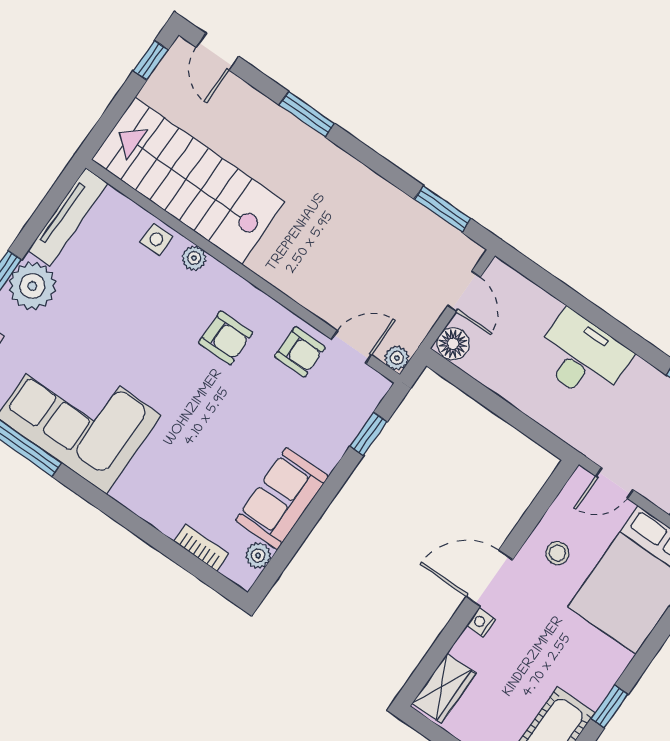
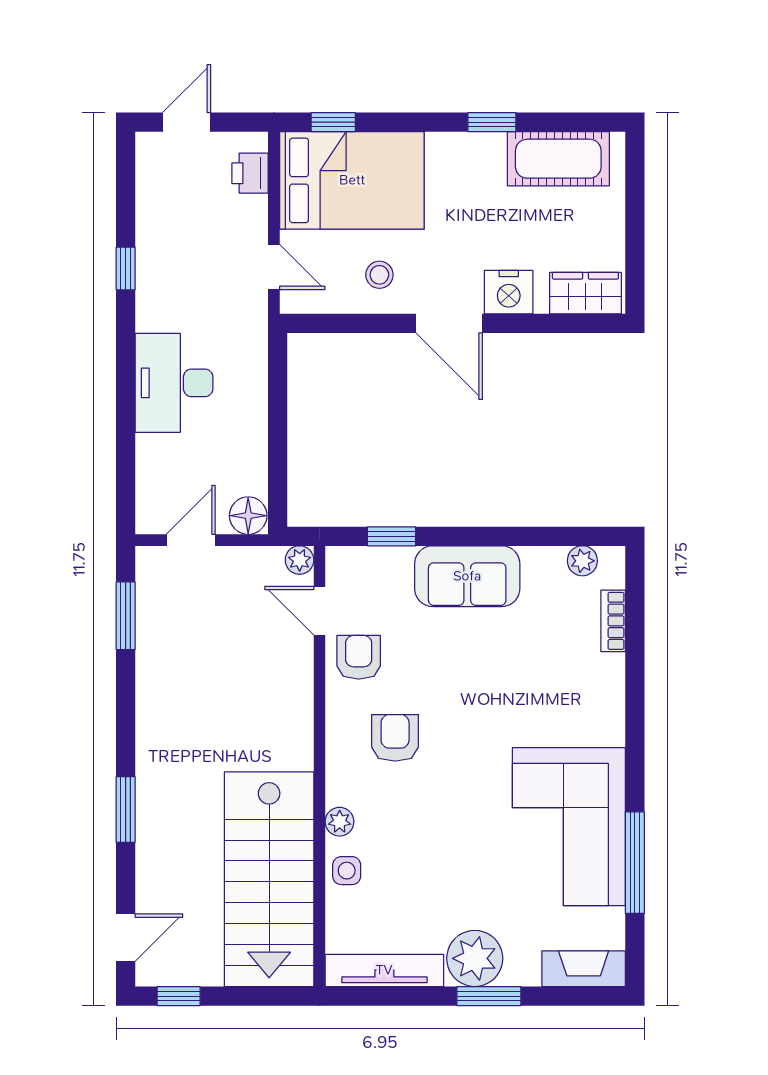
sofa: (282, 498) -> (467, 576), moved
nightstand: (481, 622) -> (509, 292), width x1.89, depth x1.79

